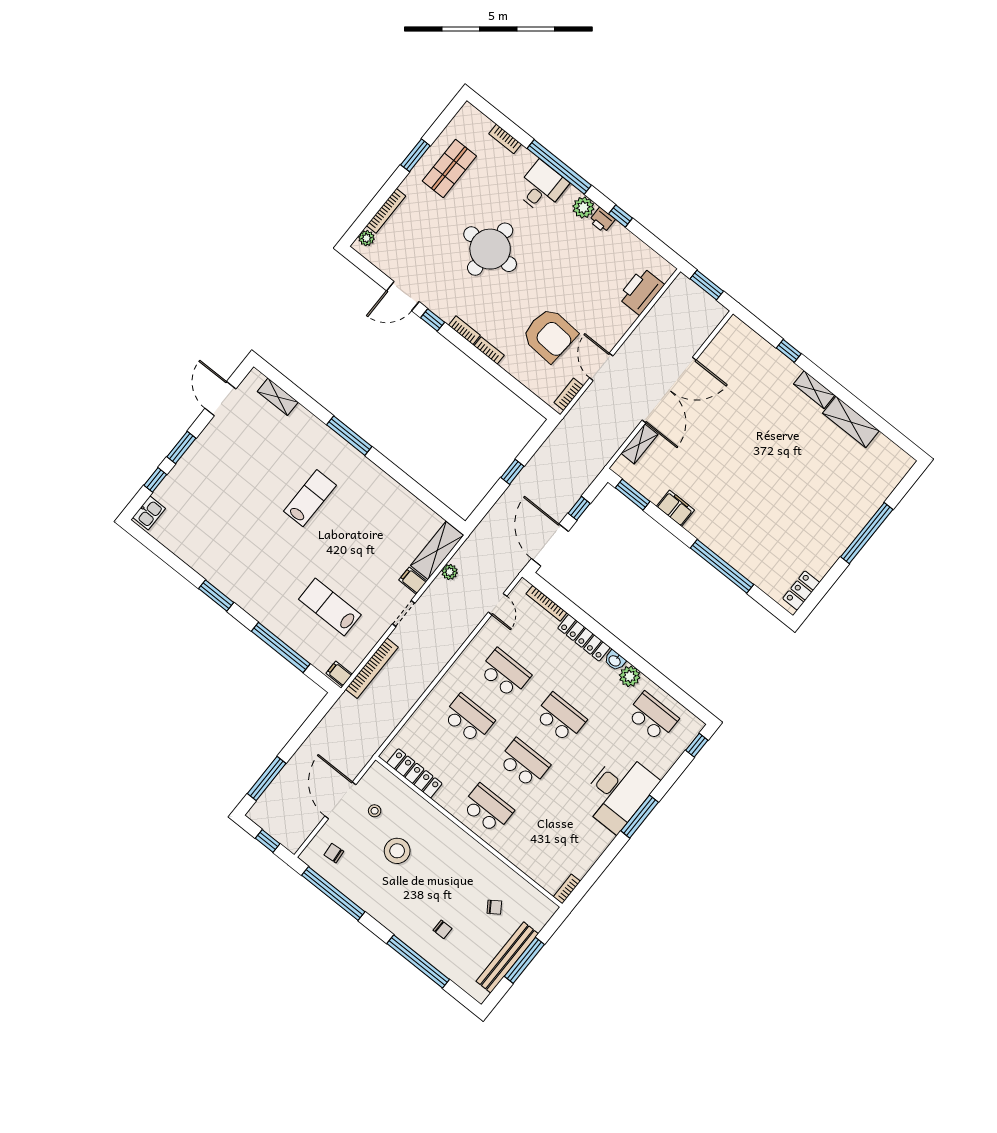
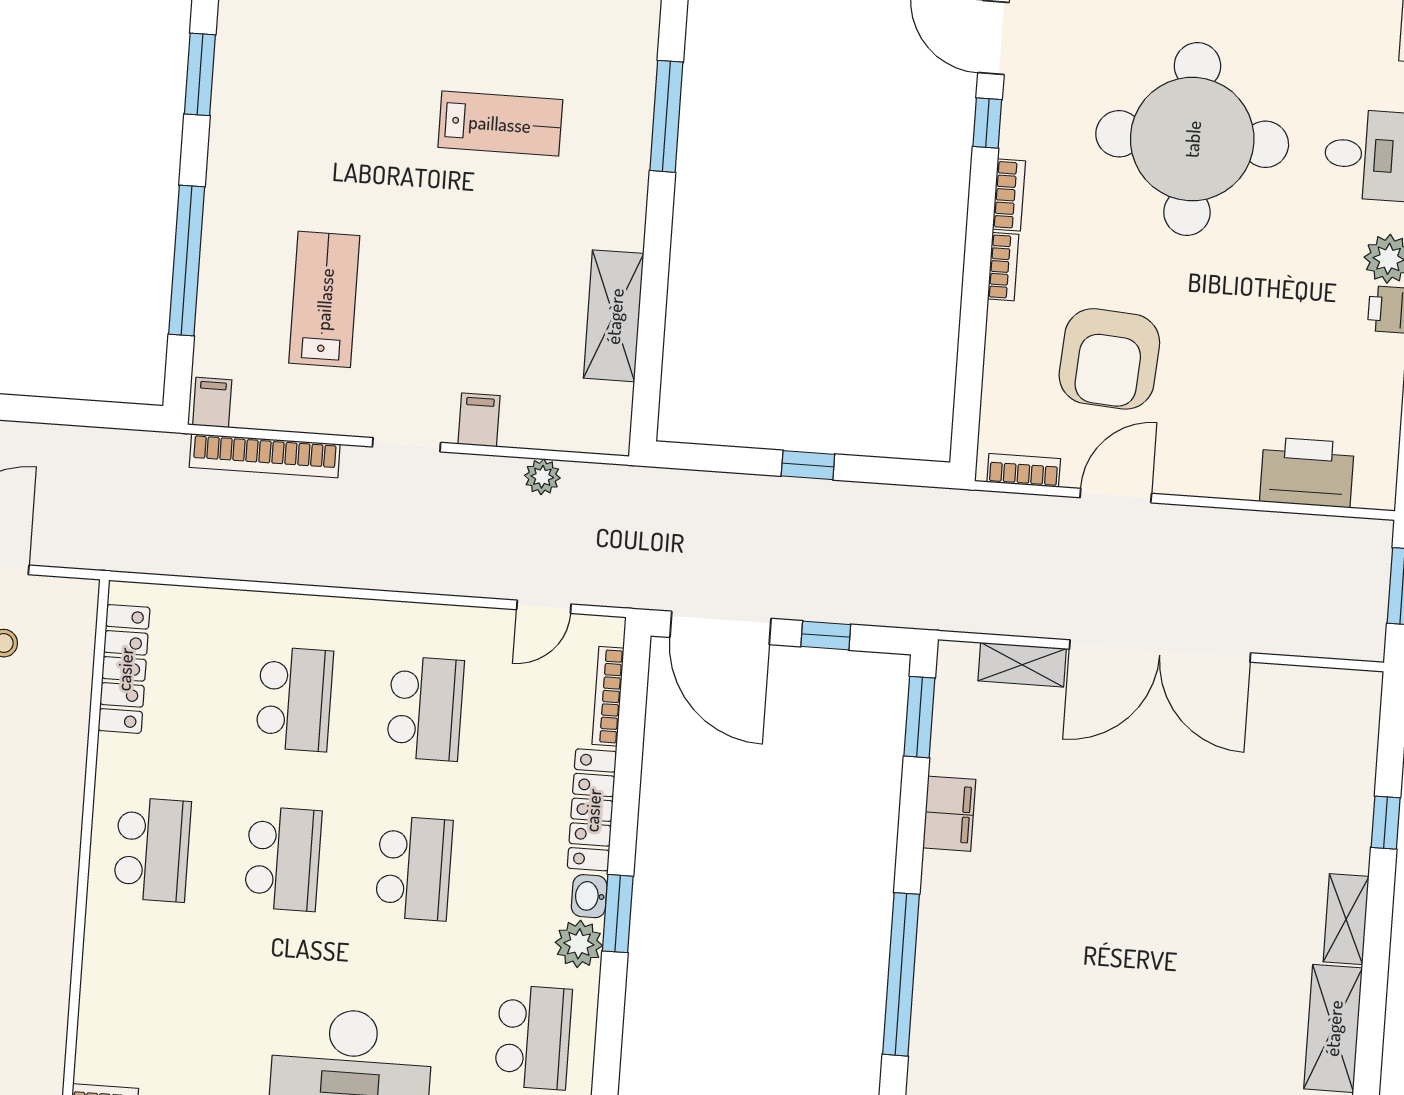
round table: (490, 249) -> (1192, 139), width x1.36, depth x1.36
door: (550, 545) -> (720, 628), swing flipped
shelving: (437, 551) -> (614, 316), moved, turned 90
window: (628, 655) -> (618, 914), added

